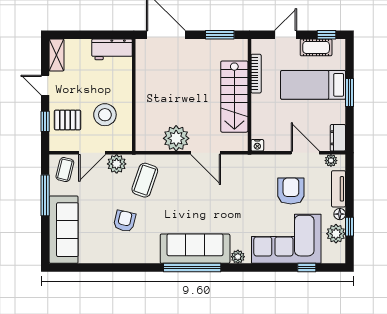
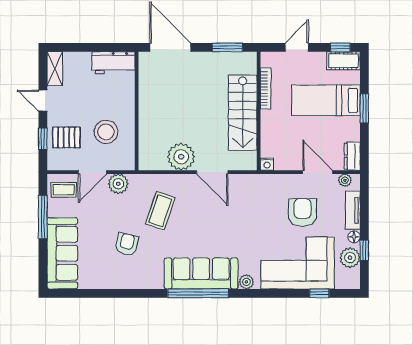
cot: (316, 47) -> (343, 61), moved
coffee table: (65, 170) -> (64, 190), turned 76
coffee table: (145, 180) -> (160, 211), moved

